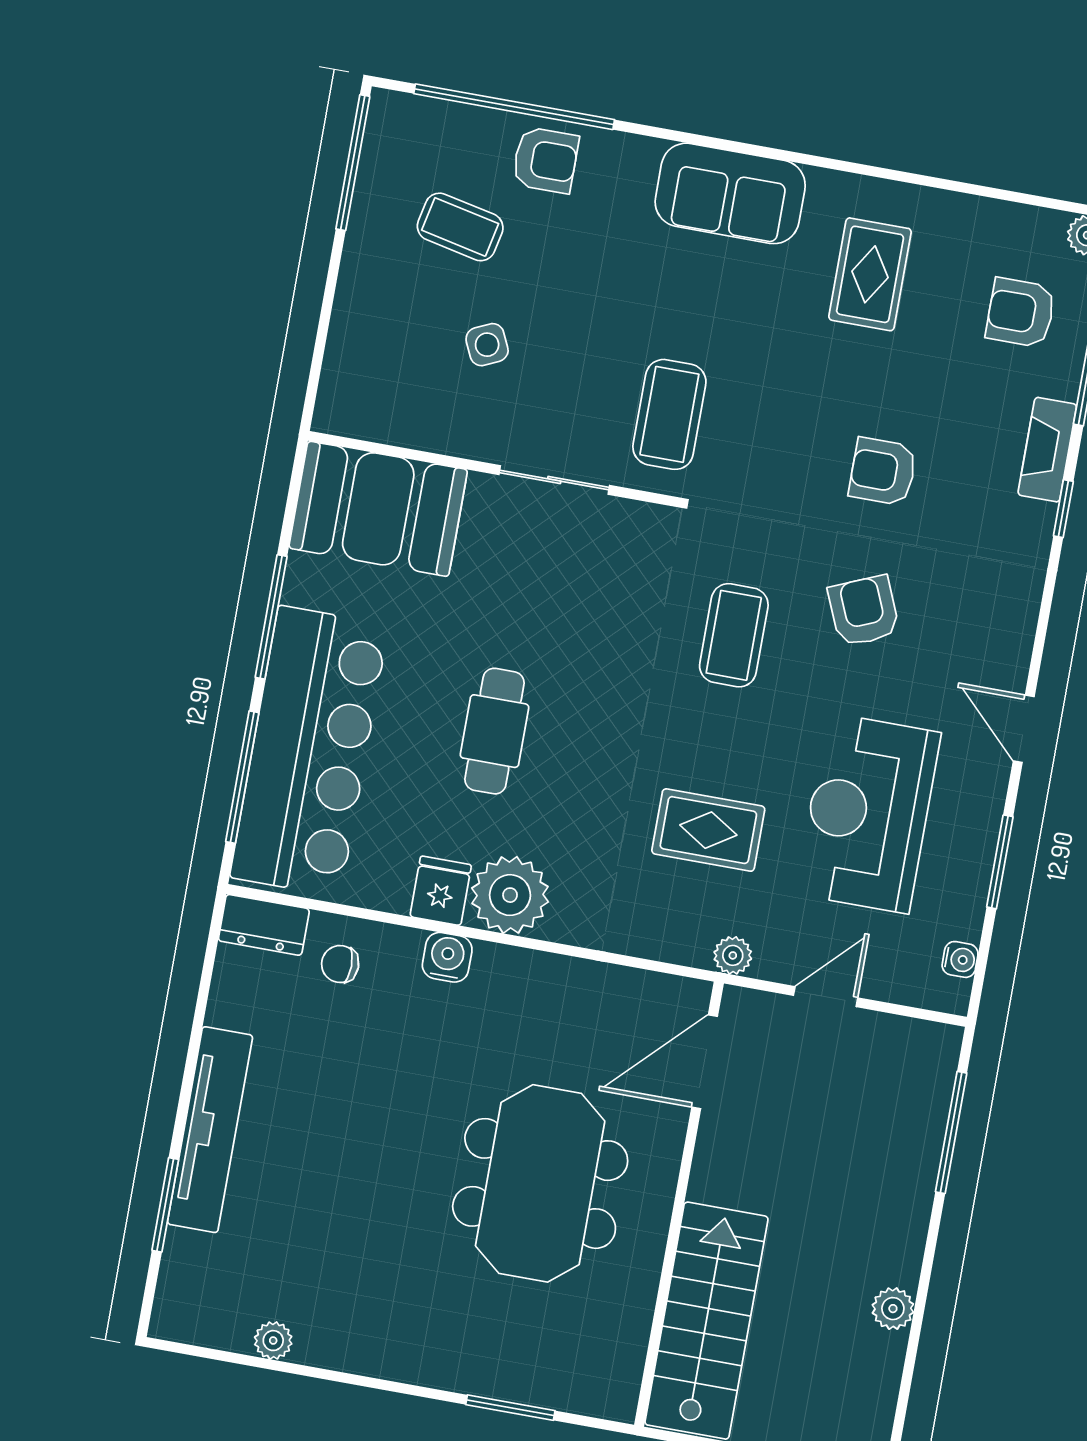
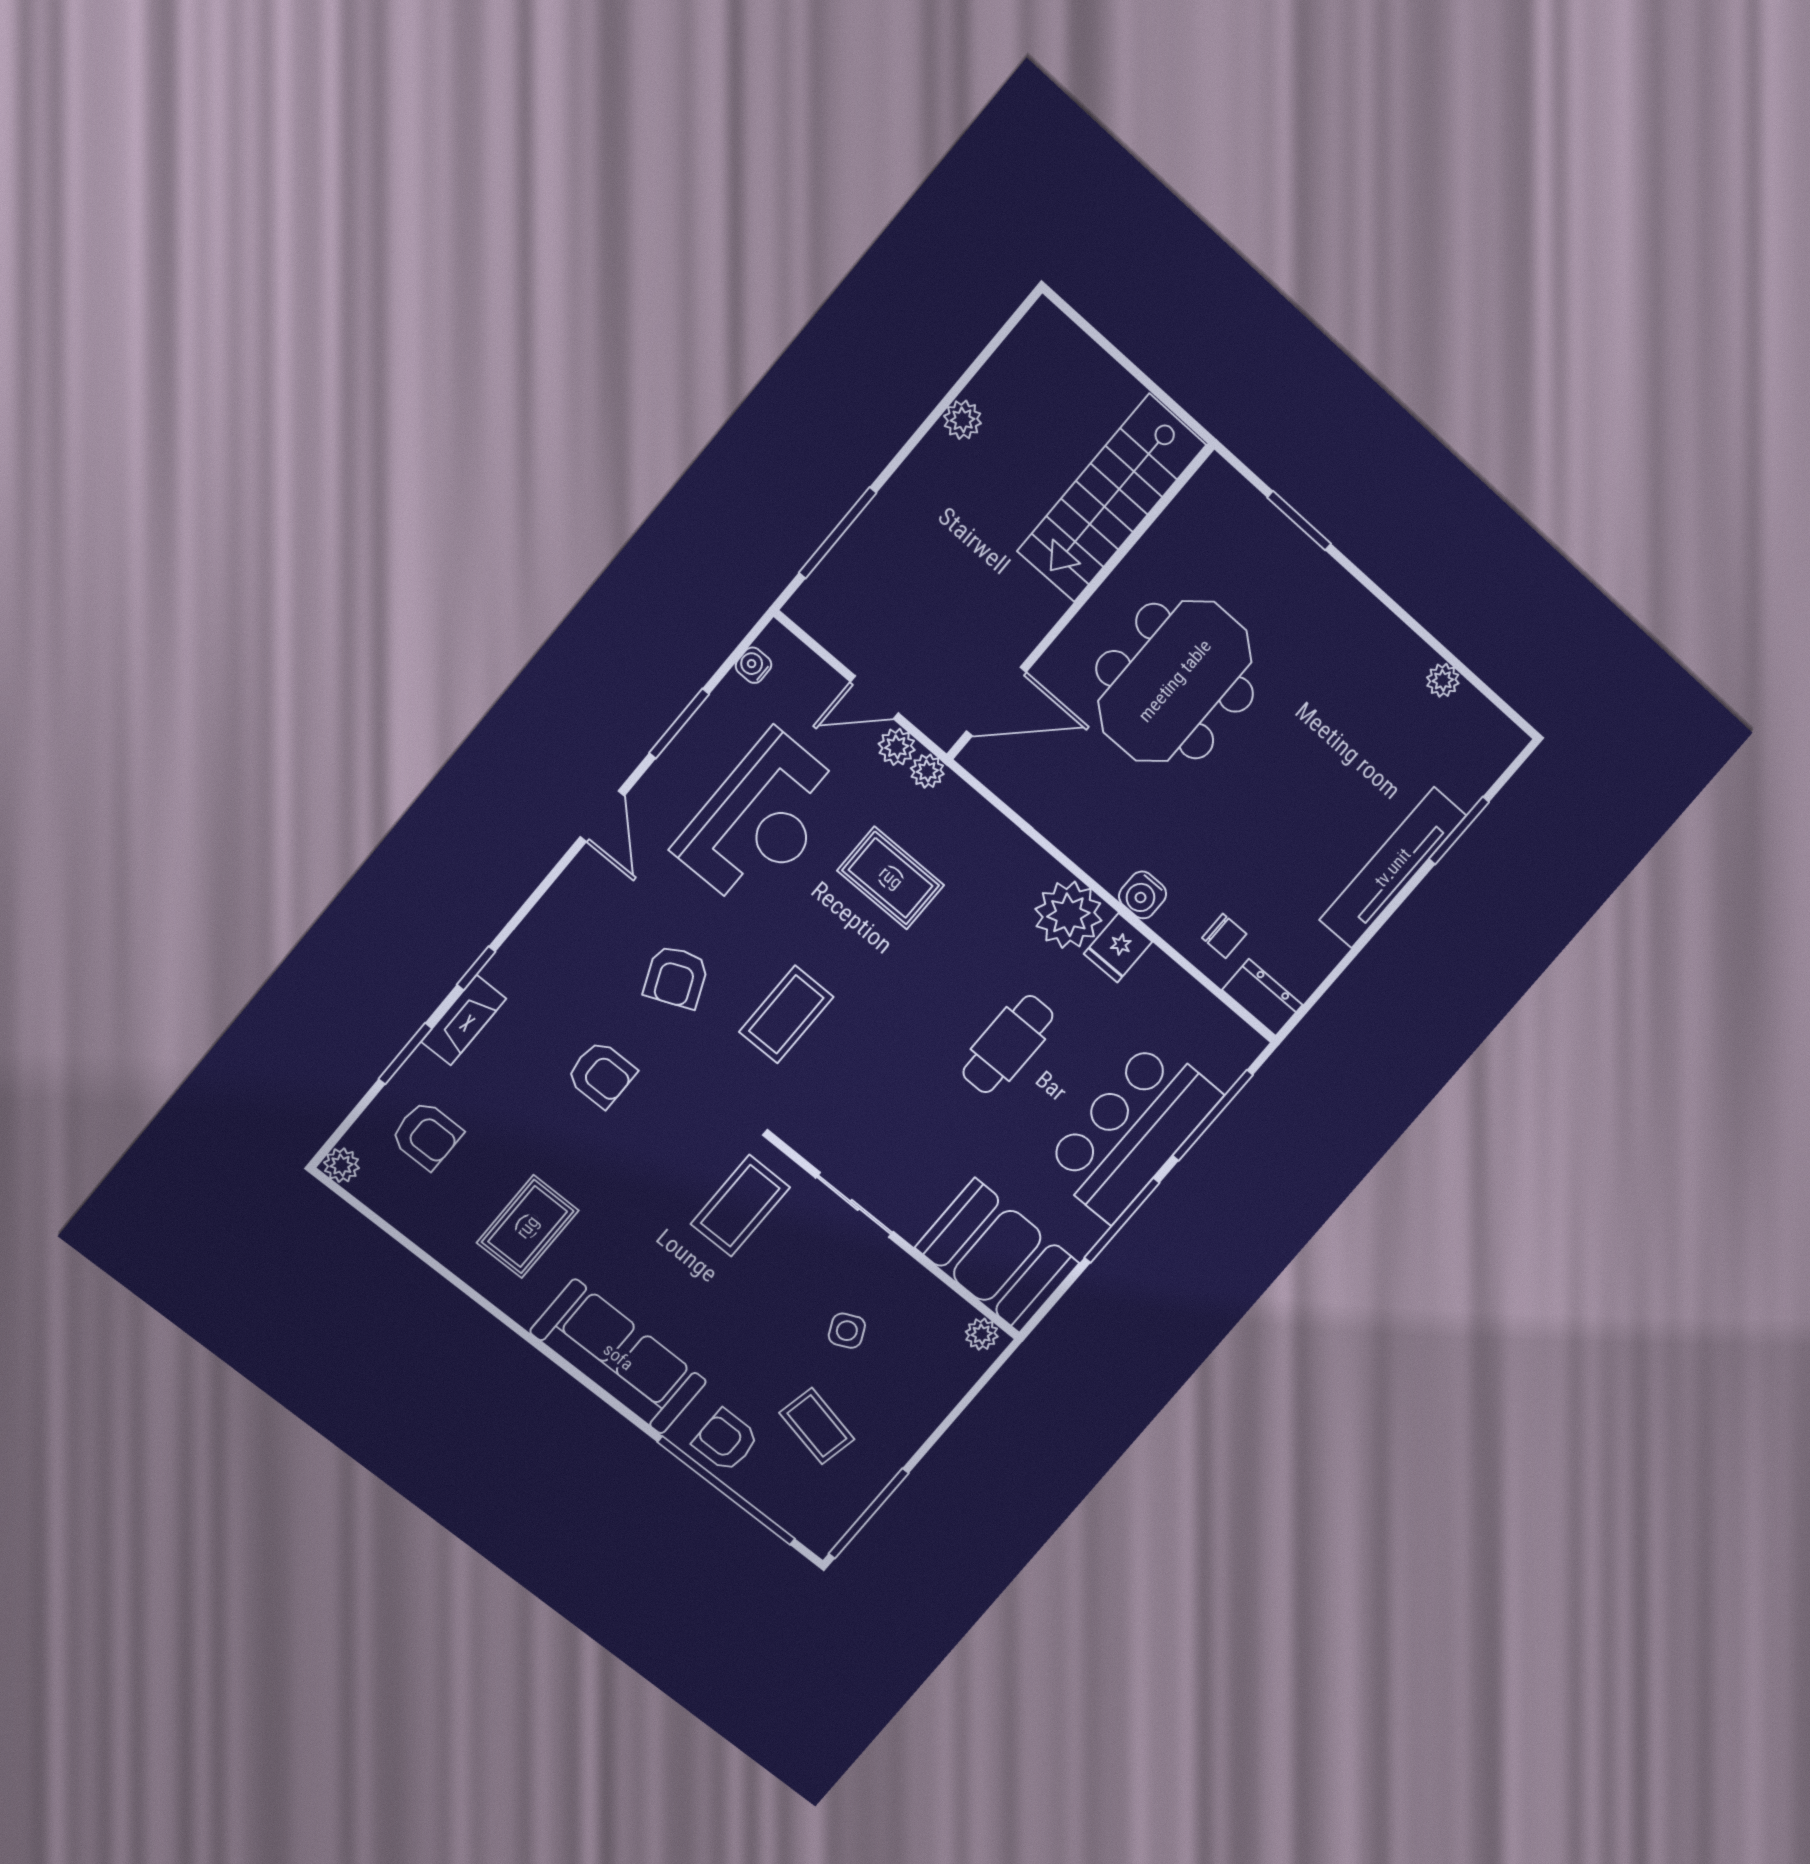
sofa: (730, 193) -> (618, 1357), width x1.36
plant: (346, 418) -> (982, 1334), added
bar counter: (309, 751) -> (1132, 1131), width x0.73
plant: (776, 961) -> (897, 747), added

